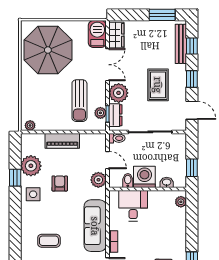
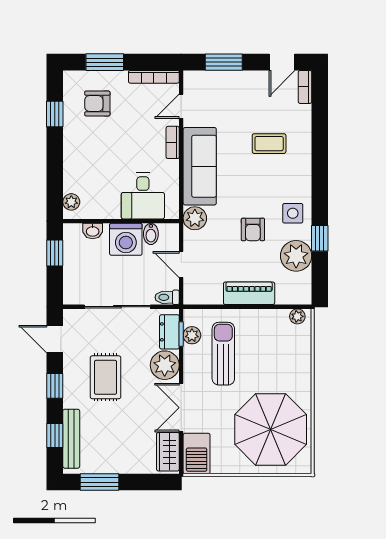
plant: (98, 180) -> (195, 218), moved

